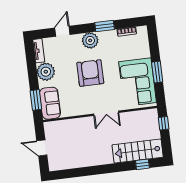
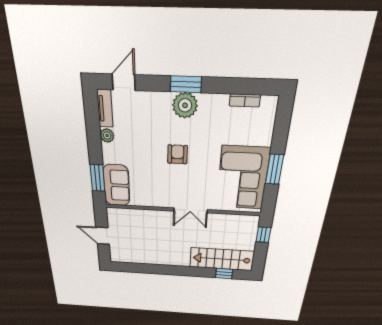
window: (105, 26) -> (186, 84), moved
door: (62, 31) -> (124, 82), moved
plant: (46, 72) -> (107, 135), width x0.53, depth x0.53
armchair: (90, 73) -> (177, 154), width x0.53, depth x0.53

